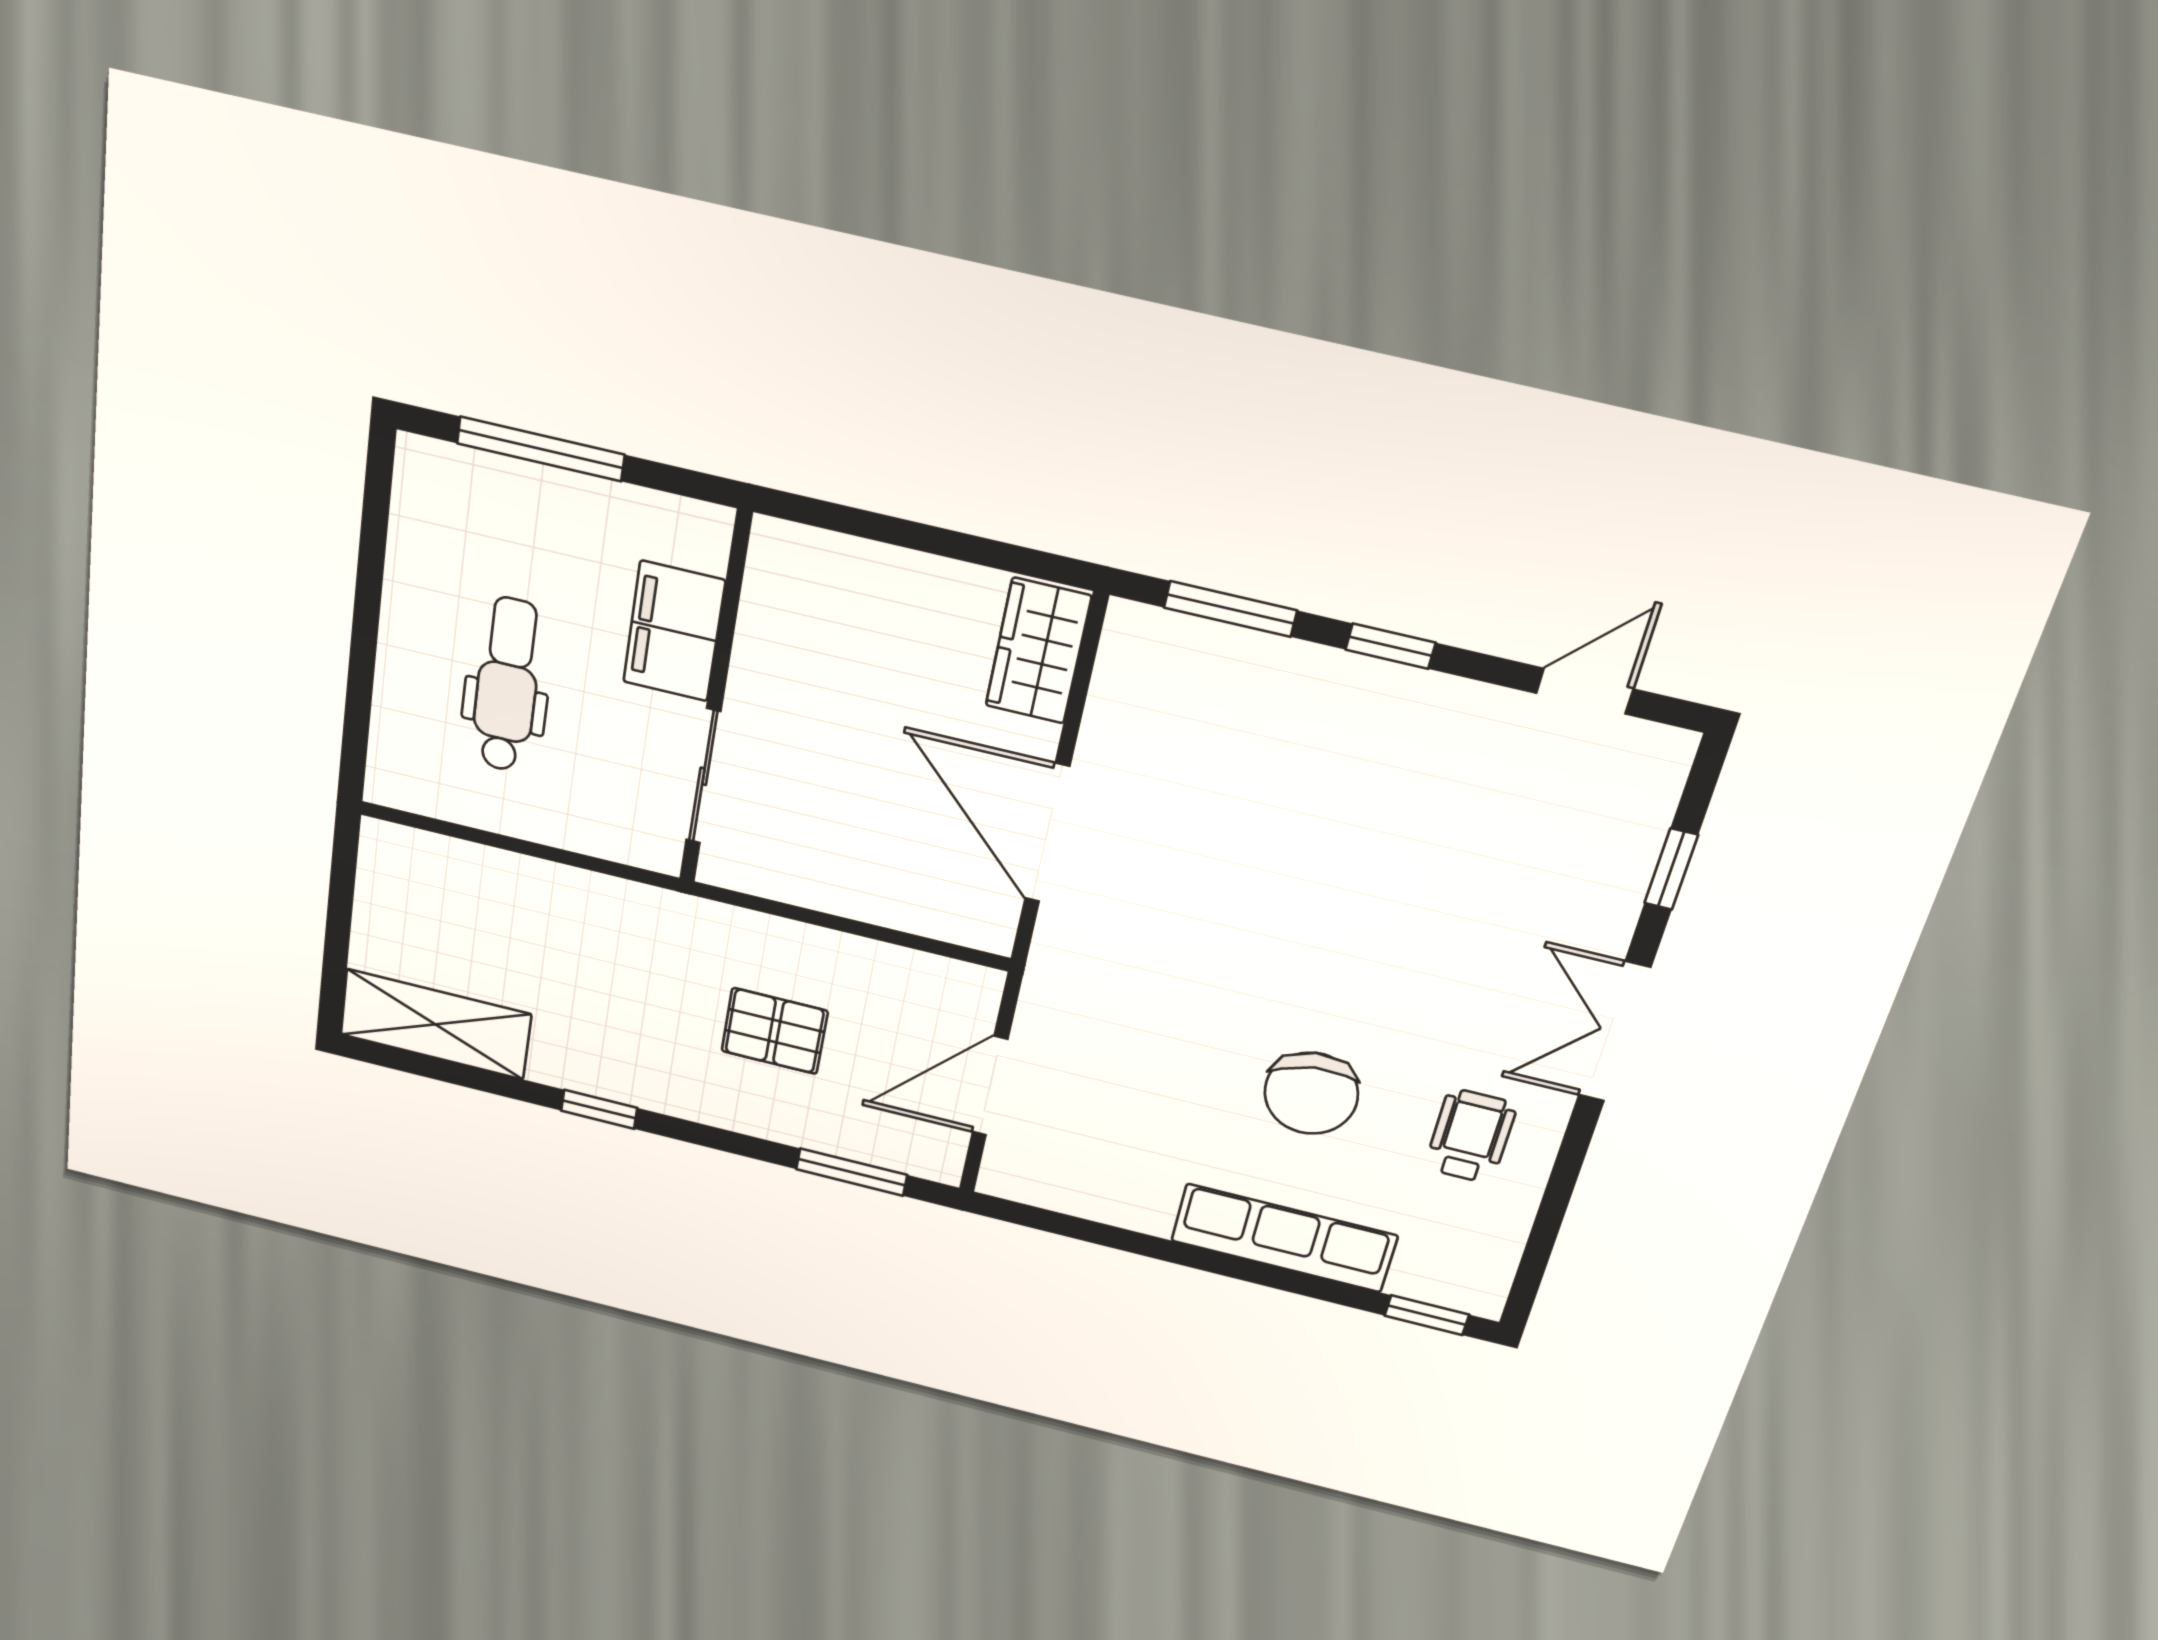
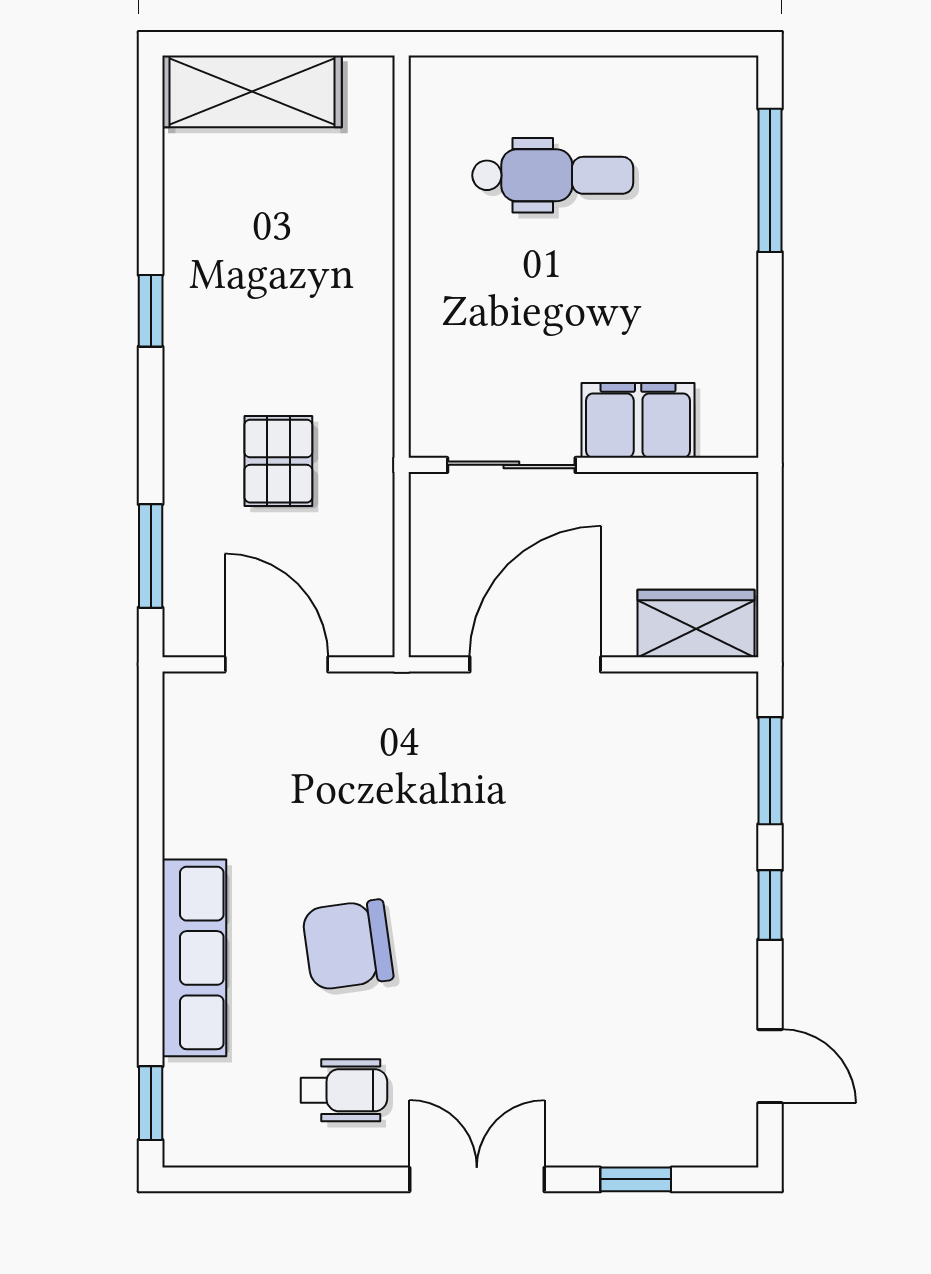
filing cabinet: (674, 631) -> (638, 420), moved
wall: (715, 701) -> (583, 465), moved
sliding door: (703, 776) -> (511, 465), moved
shelving: (435, 1024) -> (252, 91), moved, turned 90

